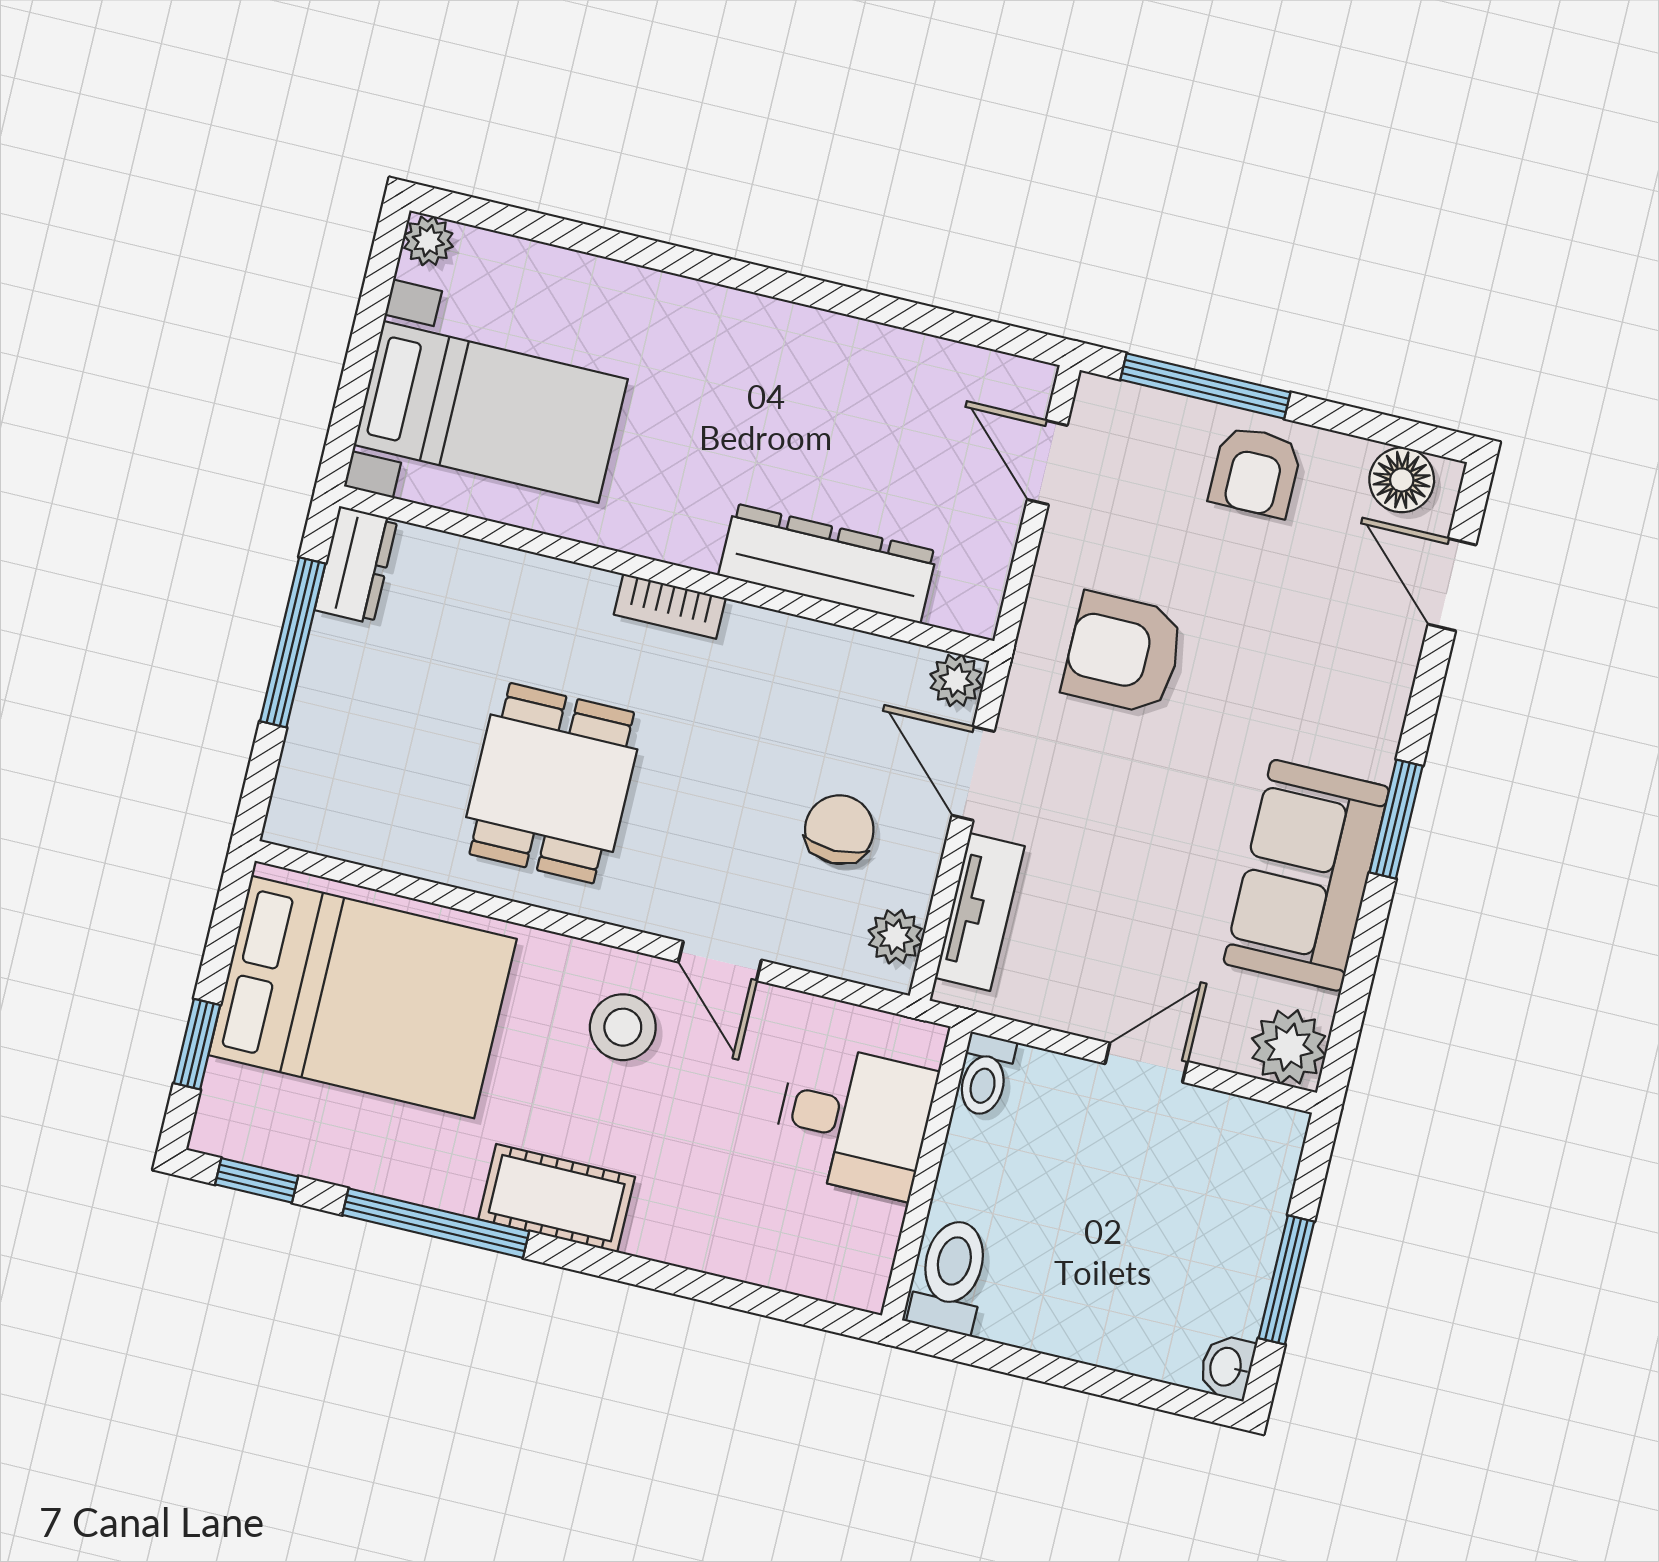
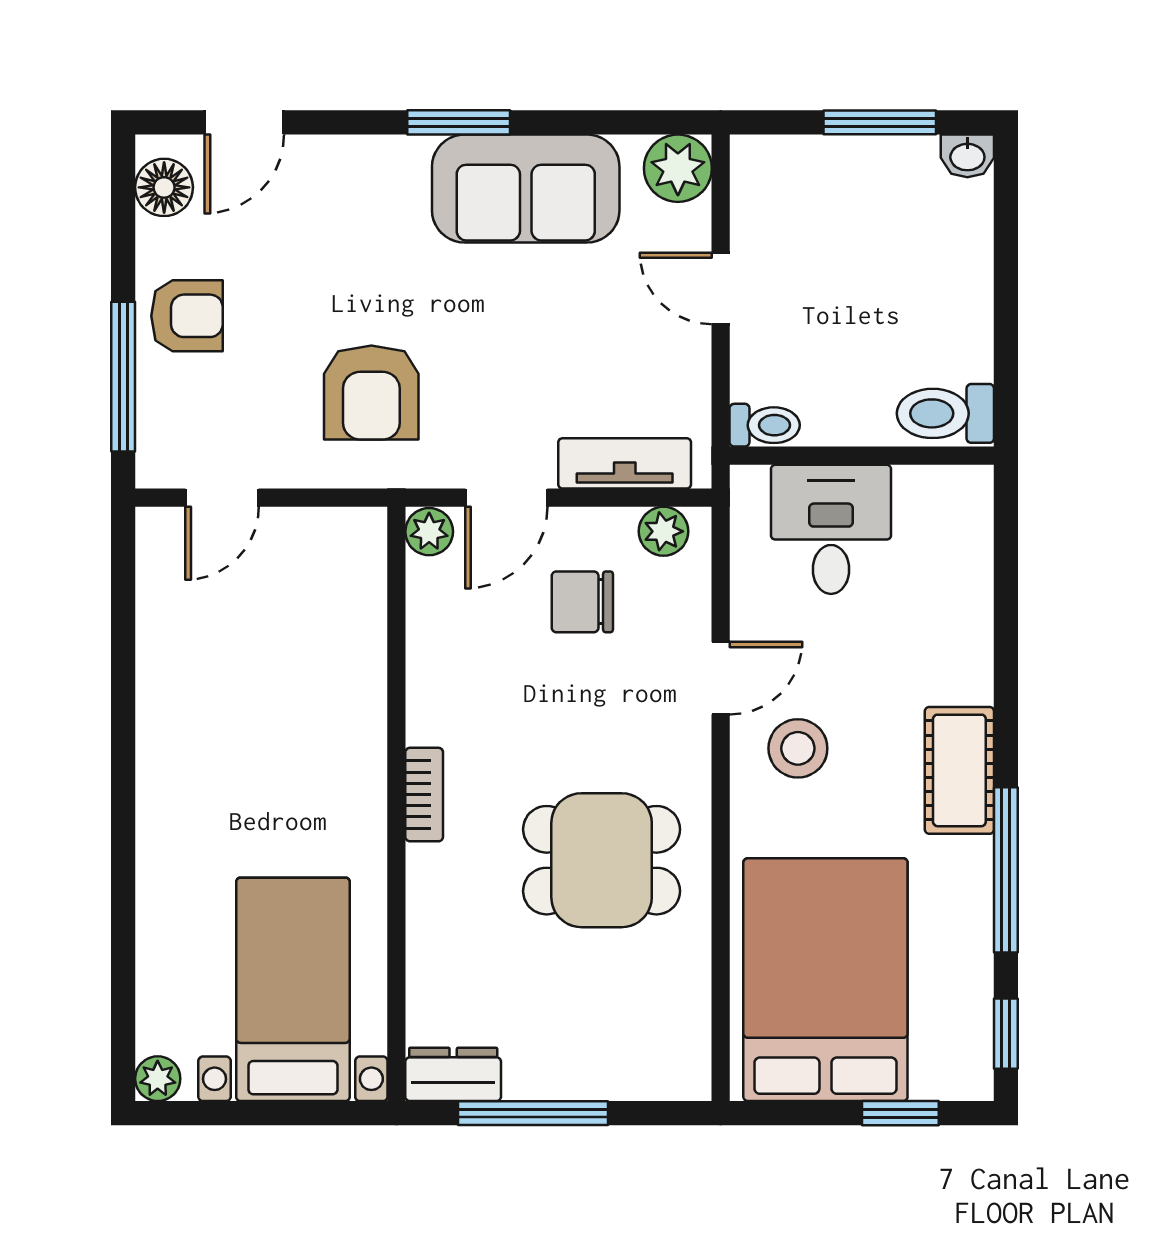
dresser: (828, 563) -> (354, 667), removed

